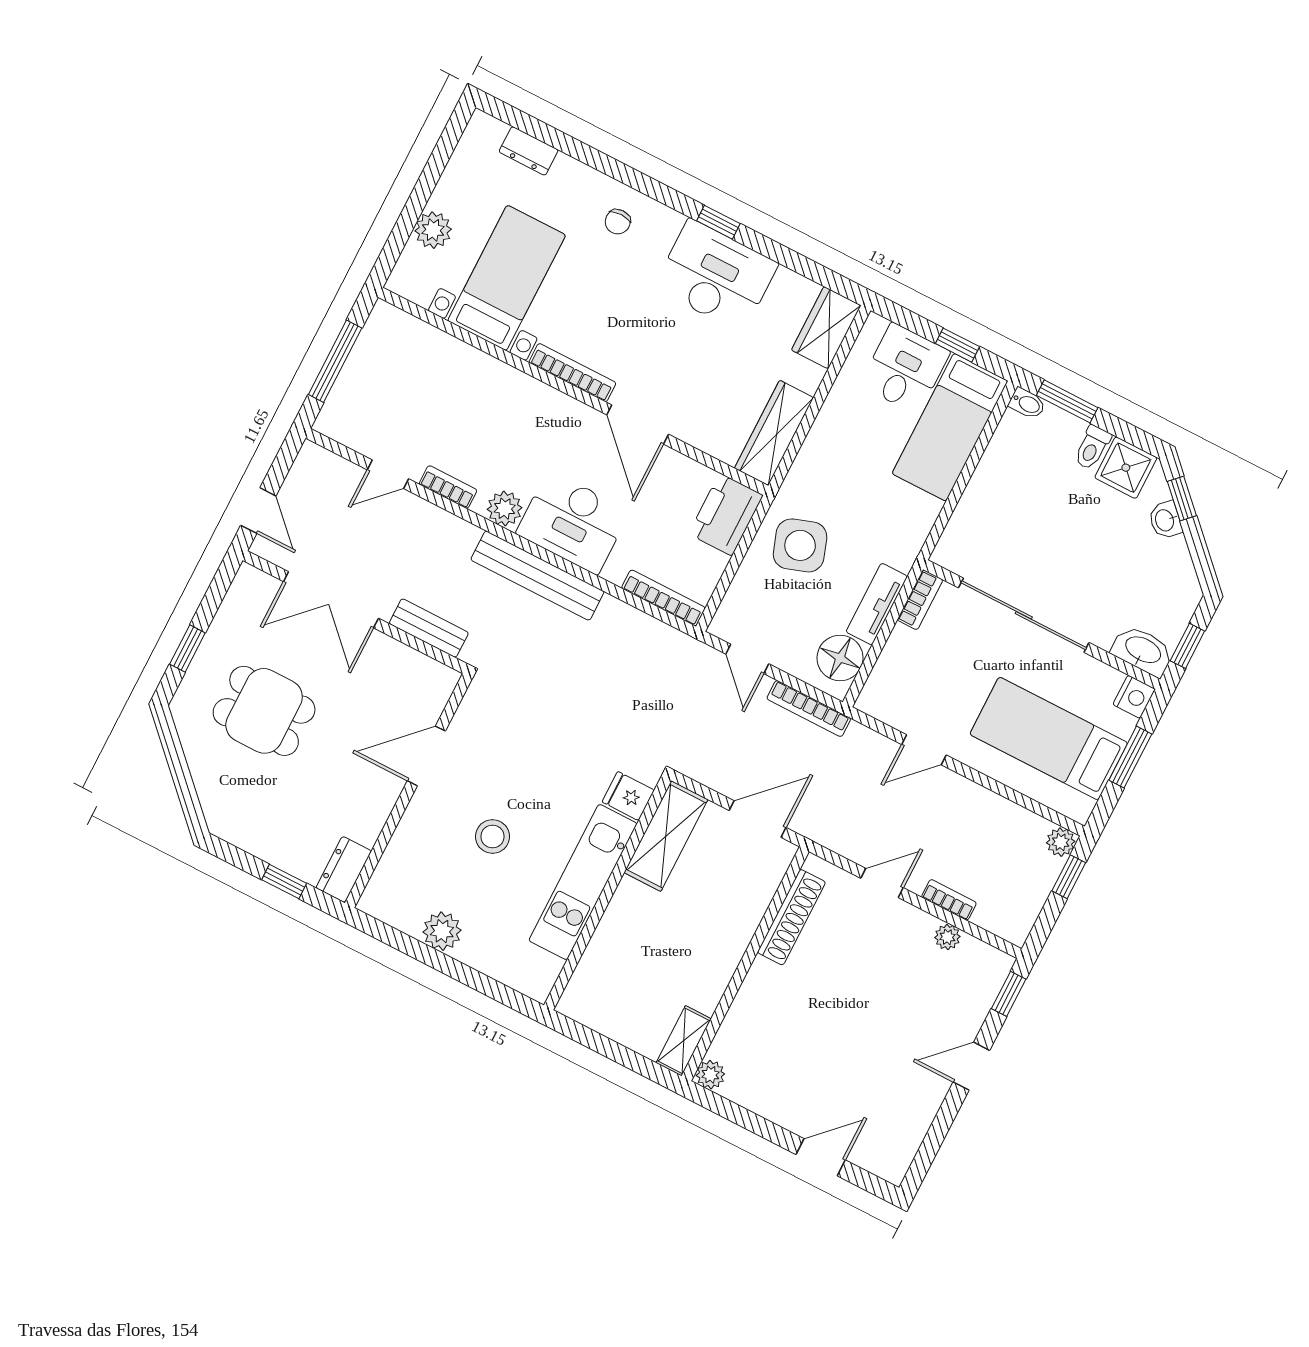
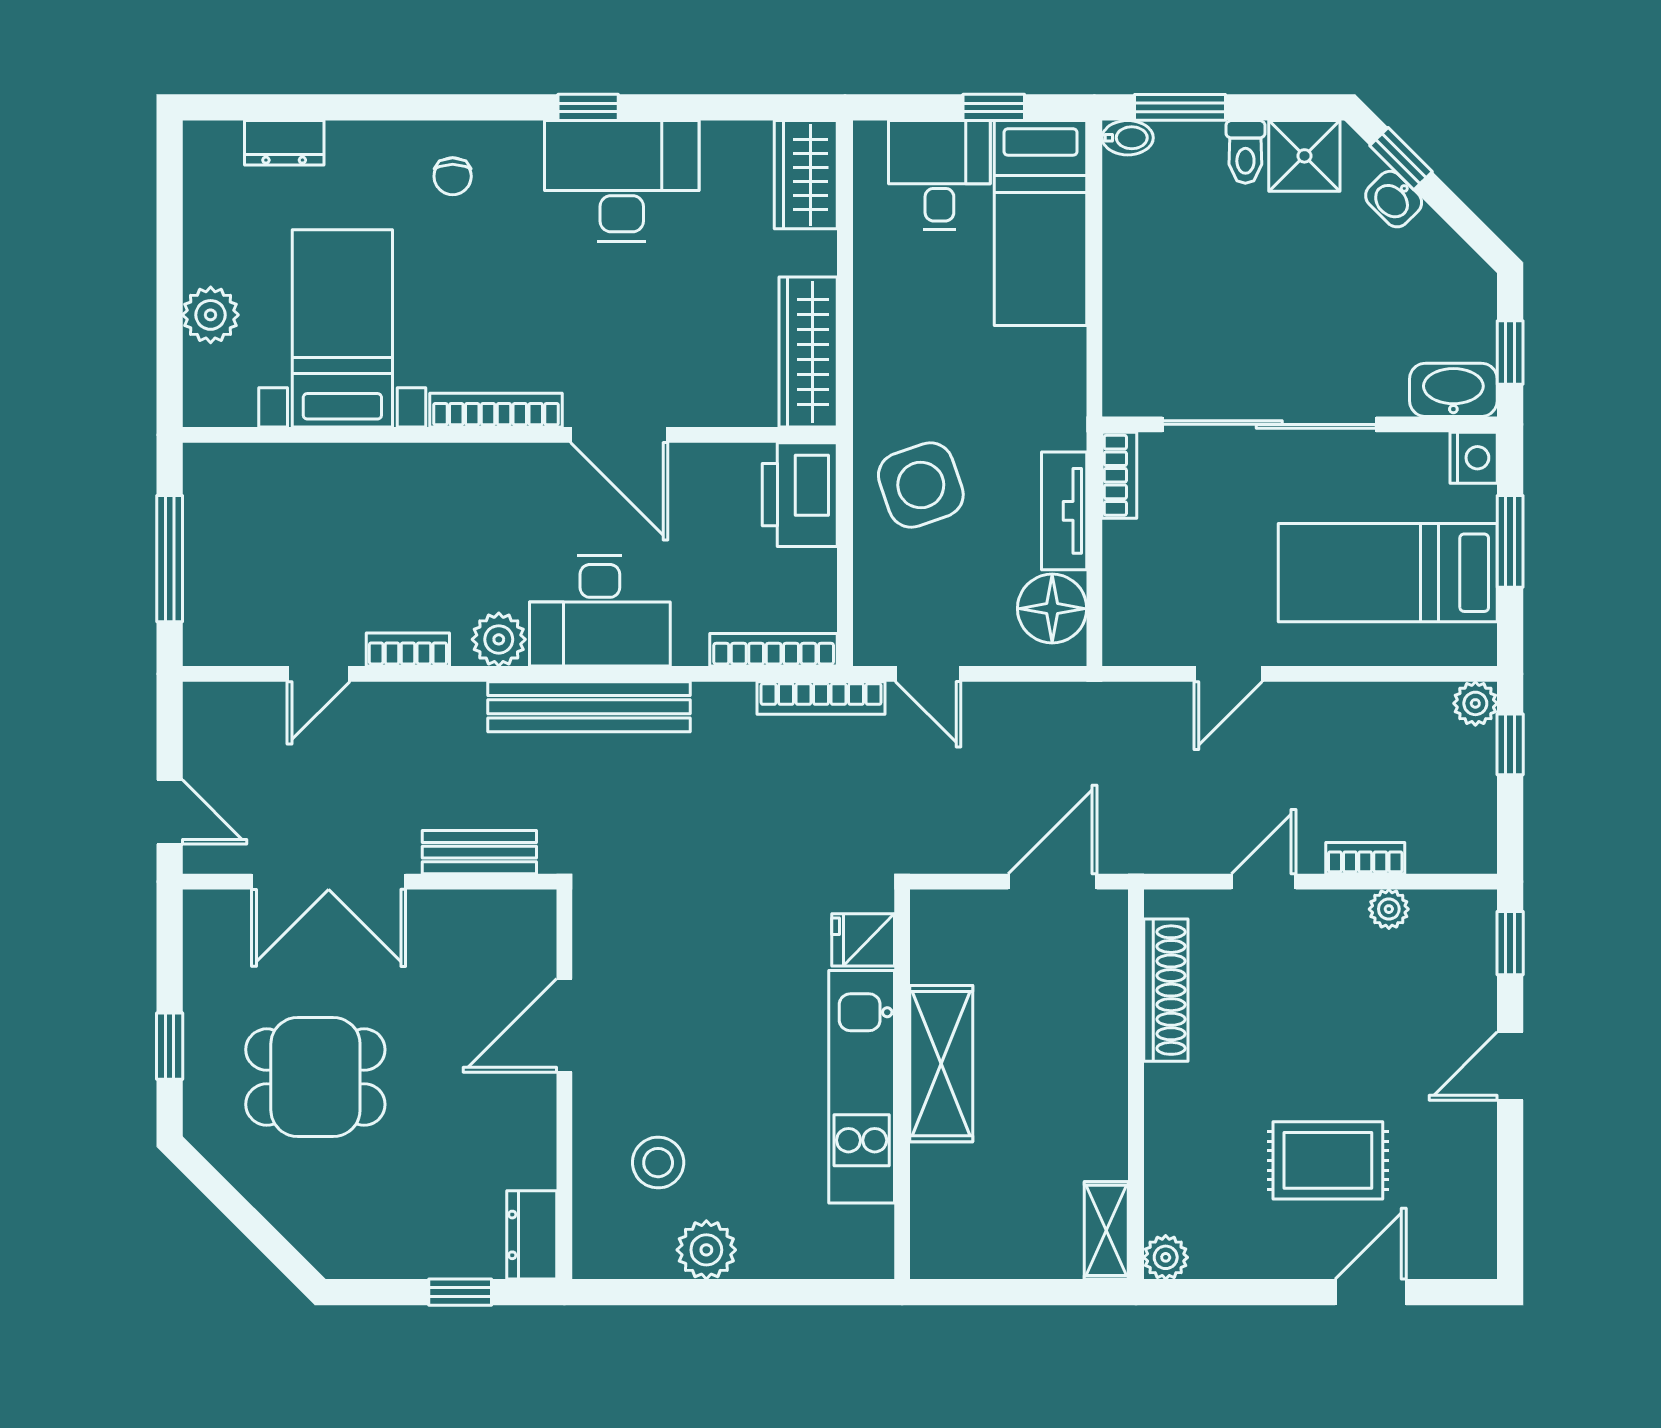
bookcase: (809, 709) -> (821, 698), moved
shelving: (666, 836) -> (941, 1064), moved
stool: (493, 837) -> (658, 1163), moved
rug: (835, 1067) -> (1328, 1160), added

